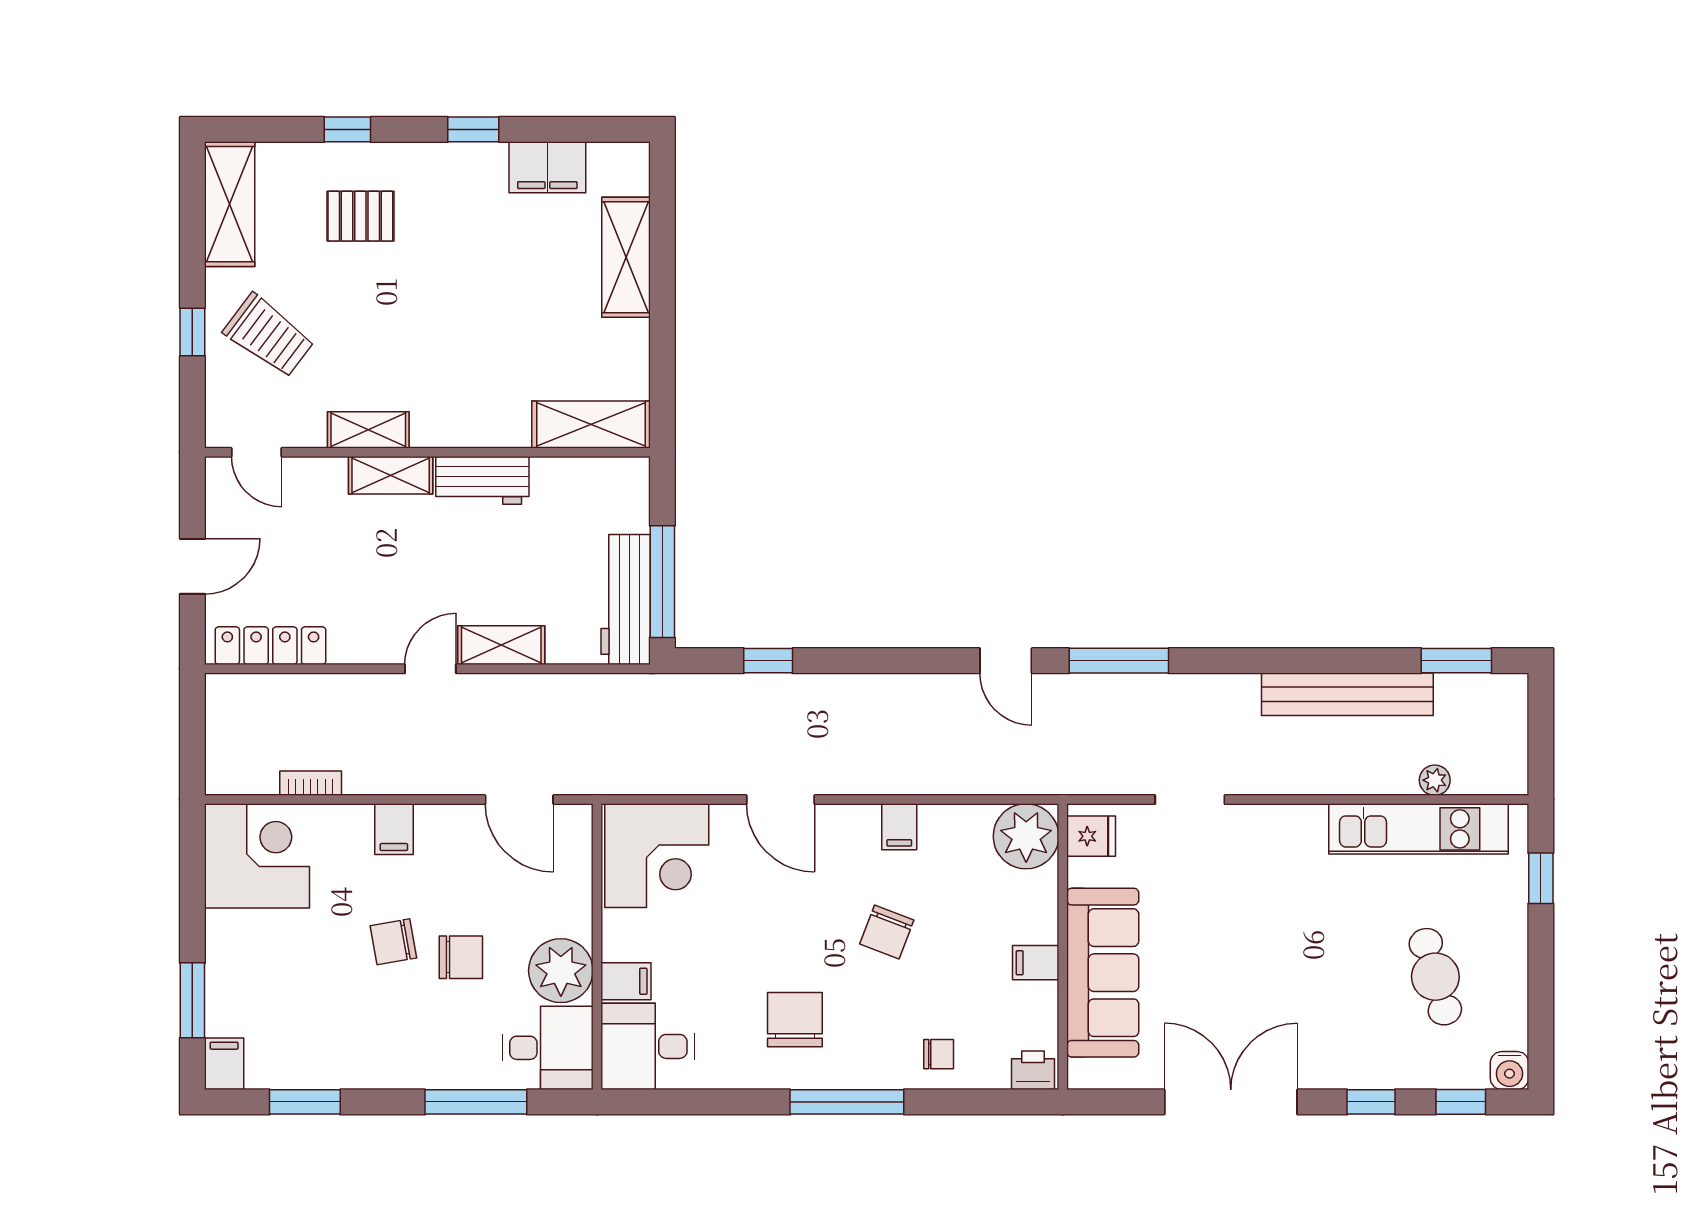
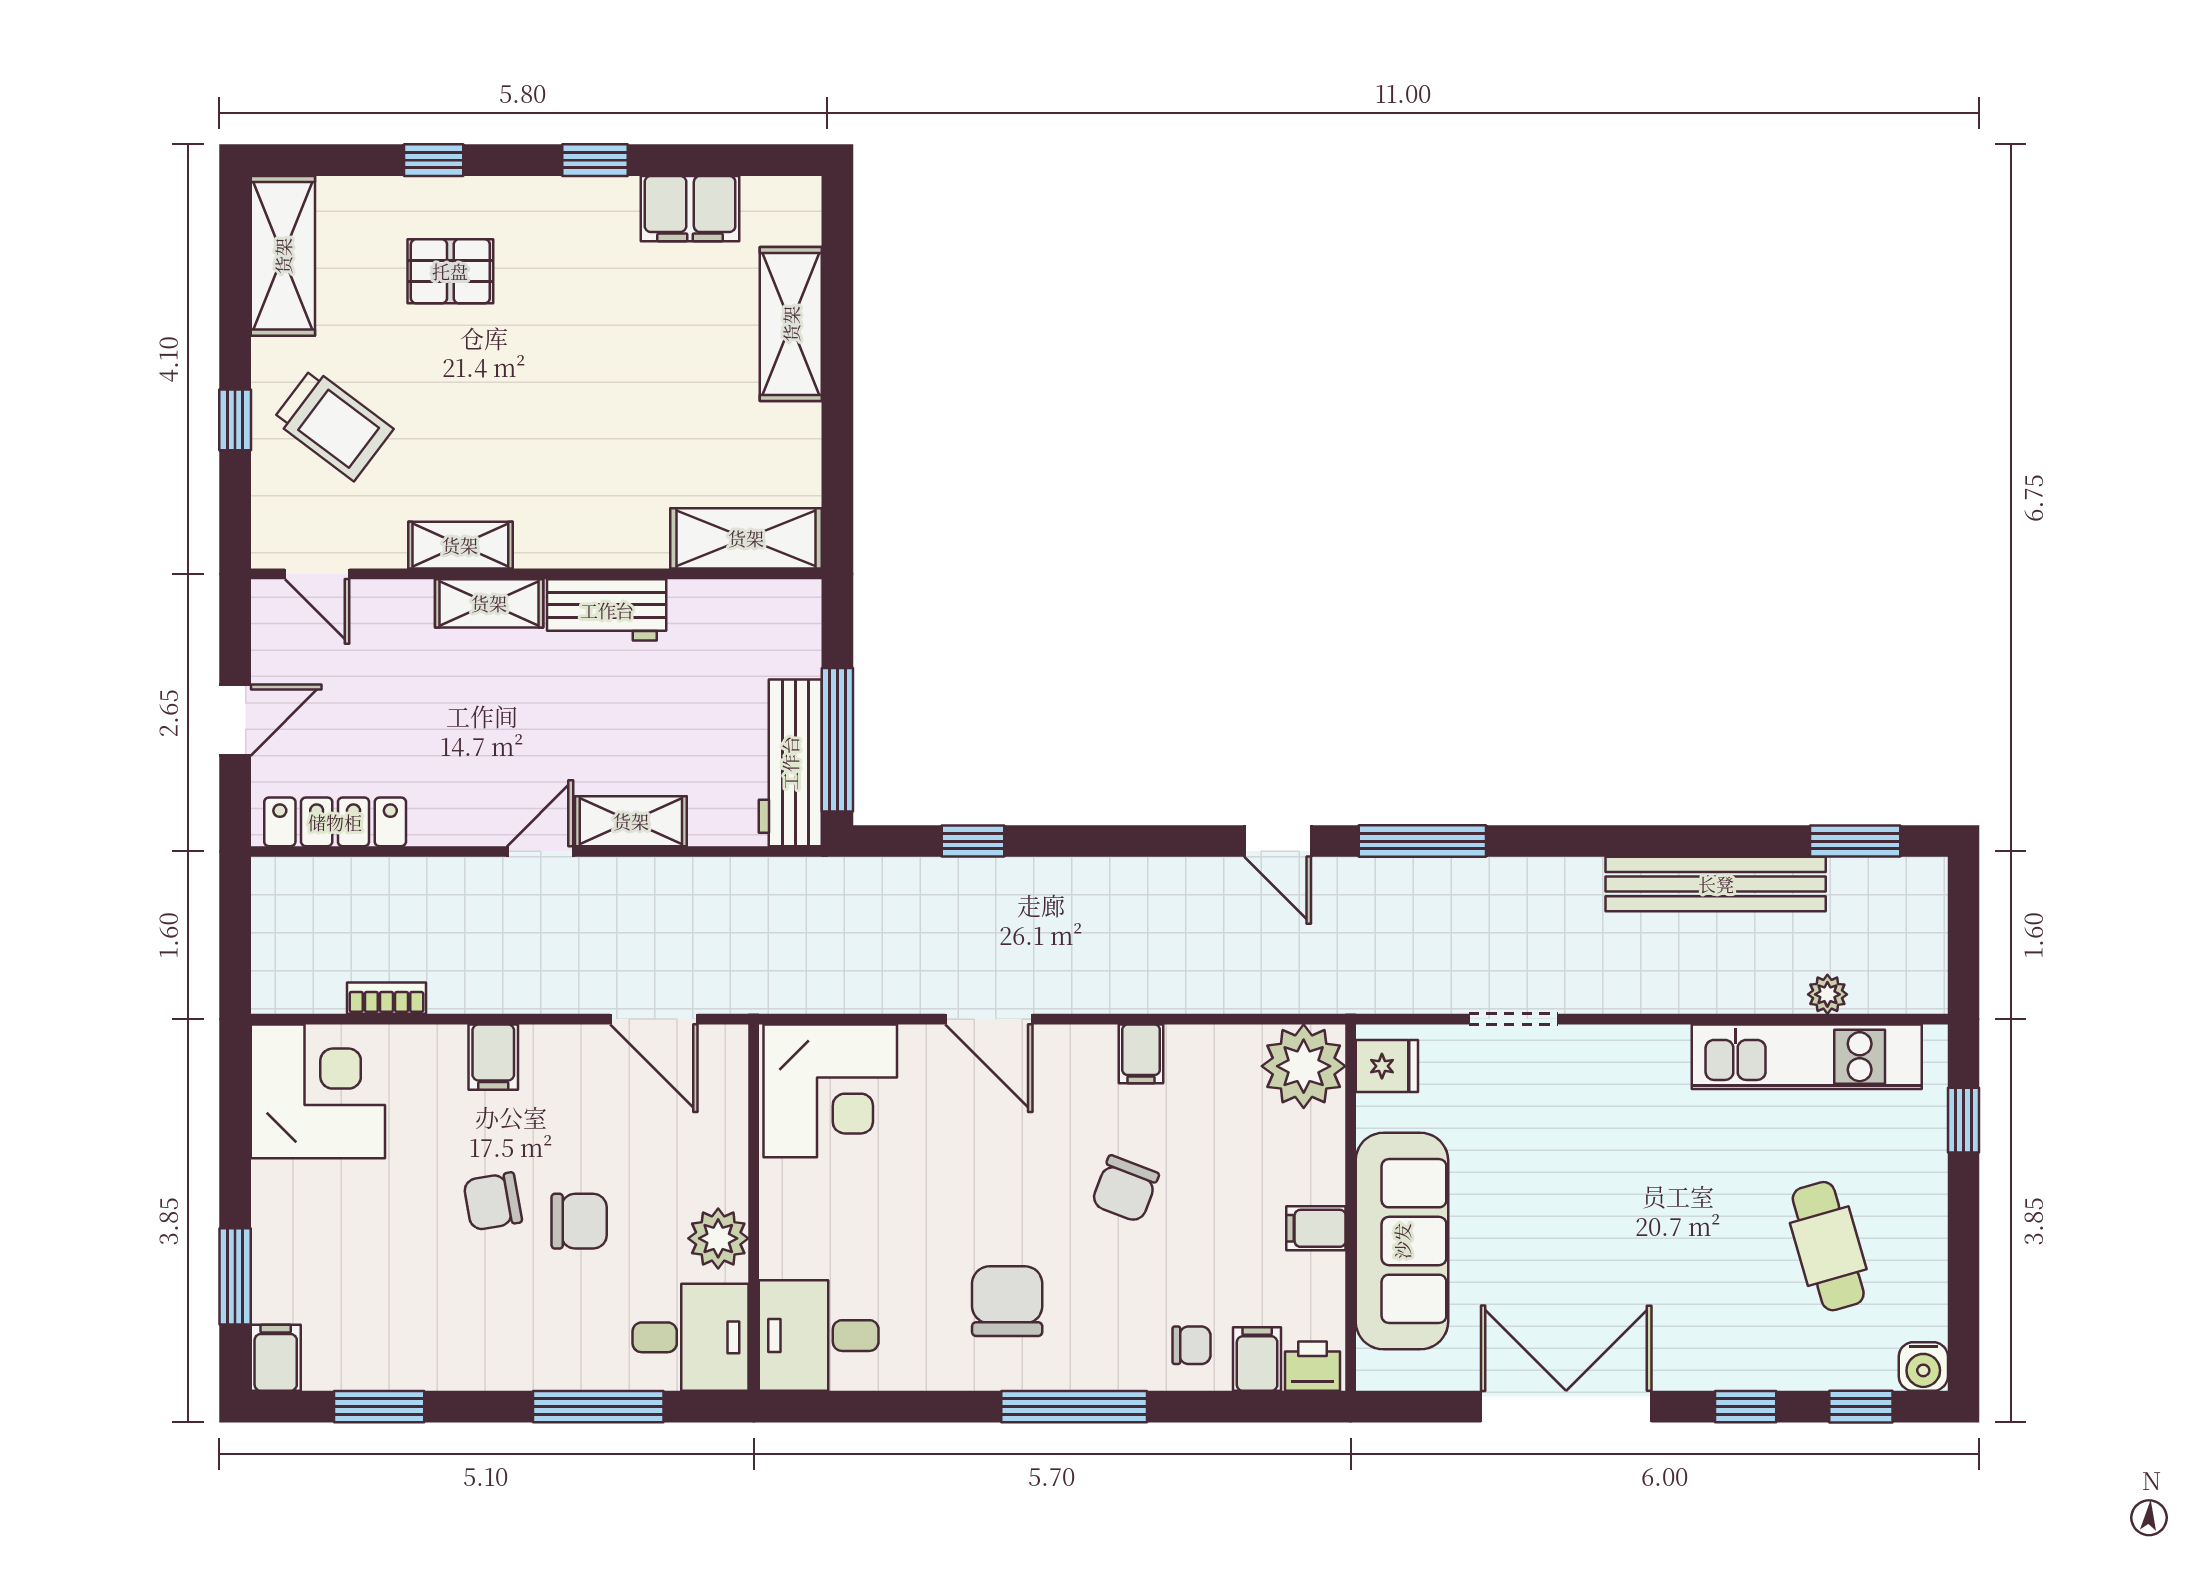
plant: (561, 971) -> (718, 1238), width x0.73, depth x0.73
filing cabinet: (626, 981) -> (1257, 1359), moved, turned -90

